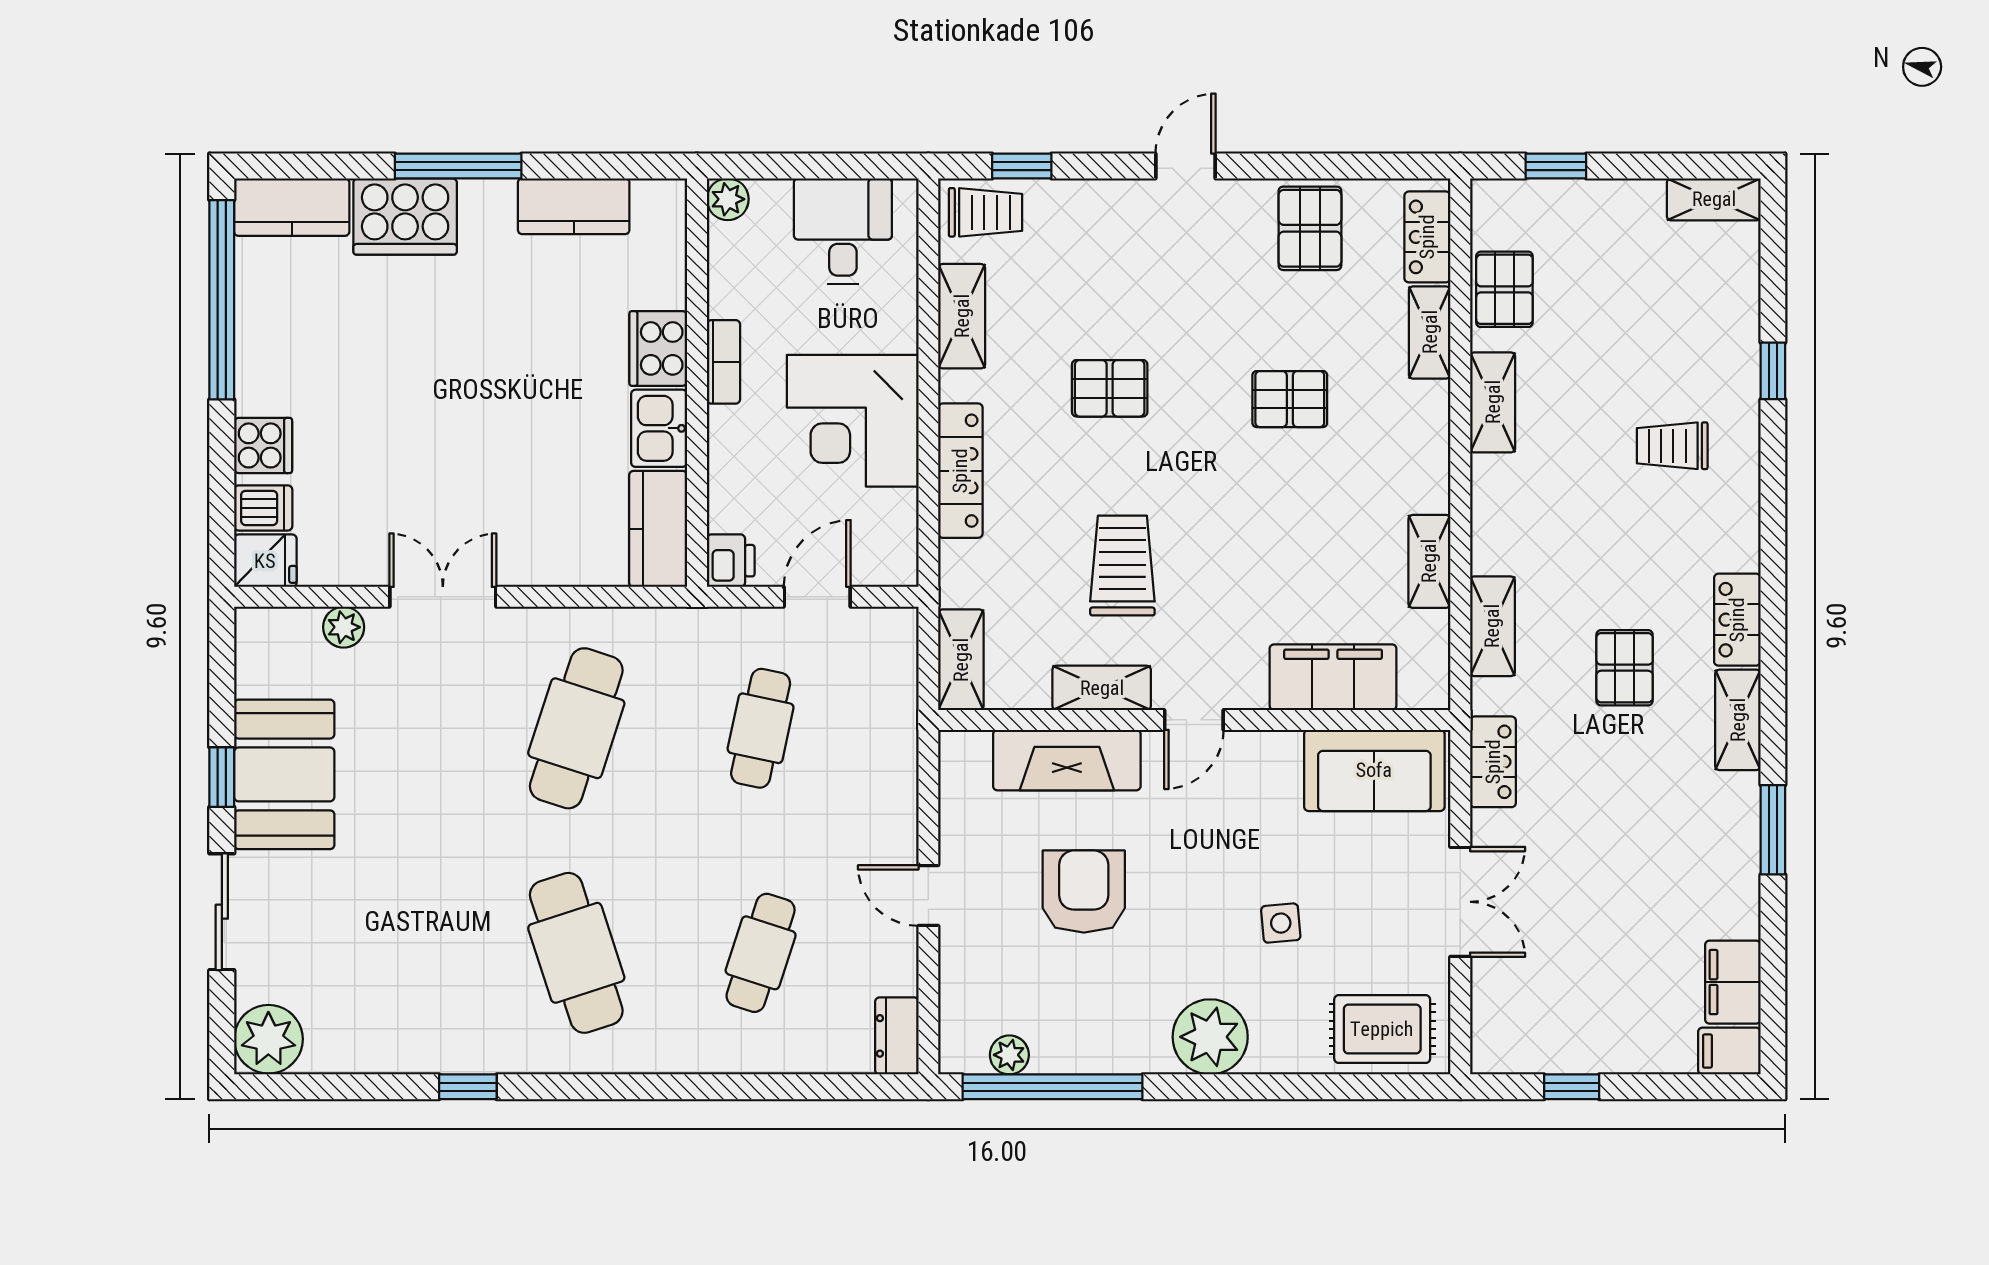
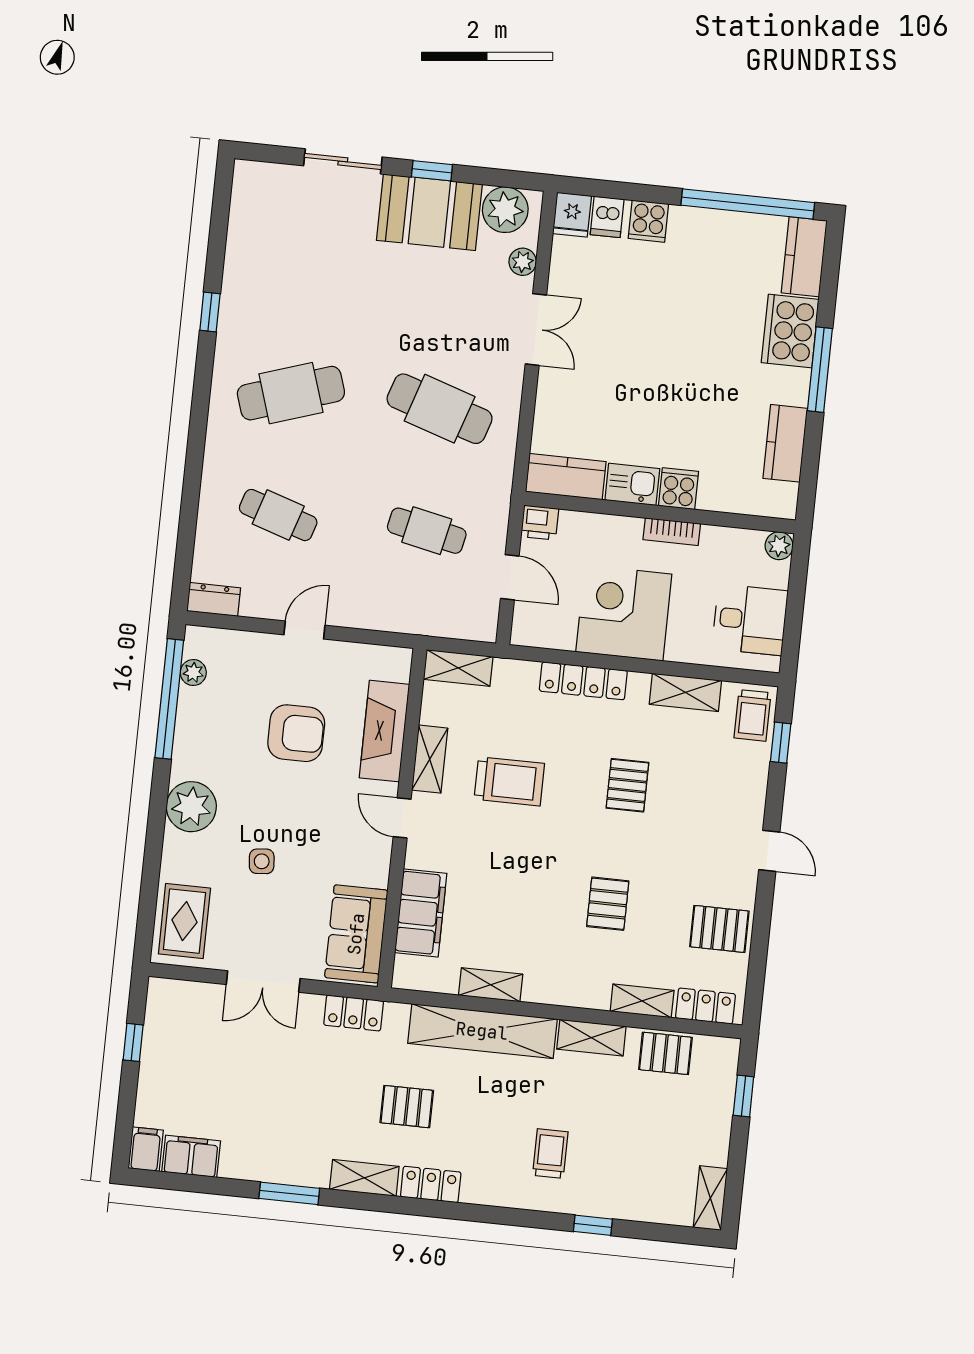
cooker: (658, 348) -> (679, 489), width x0.73
shelving: (1492, 626) -> (482, 1031), width x2.20, depth x1.33
plant: (268, 1039) -> (505, 210), moved

